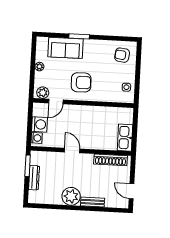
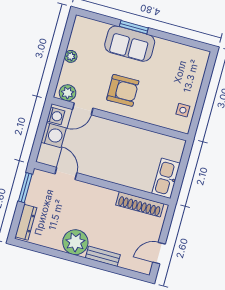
sofa: (65, 48) -> (130, 44), moved
armchair: (122, 55) -> (187, 65), removed
washing machine: (37, 138) -> (56, 116), moved
door: (72, 150) -> (66, 173), moved
dresser: (34, 178) -> (26, 222), moved
door: (132, 191) -> (159, 253), hinge flipped

